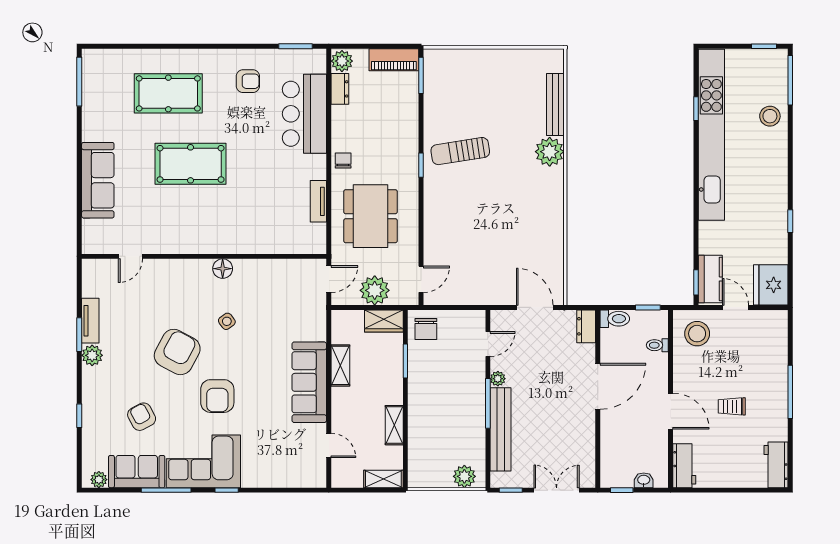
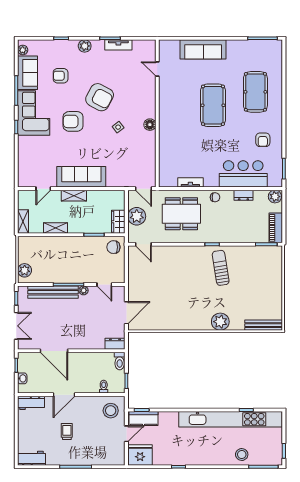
dresser: (340, 89) -> (243, 195), moved
bench: (555, 105) -> (264, 325), moved
plant: (92, 355) -> (85, 46), moved
shelving: (340, 365) -> (74, 196), moved
door: (598, 386) -> (54, 351), moved
armchair: (142, 417) -> (61, 76), turned -152

